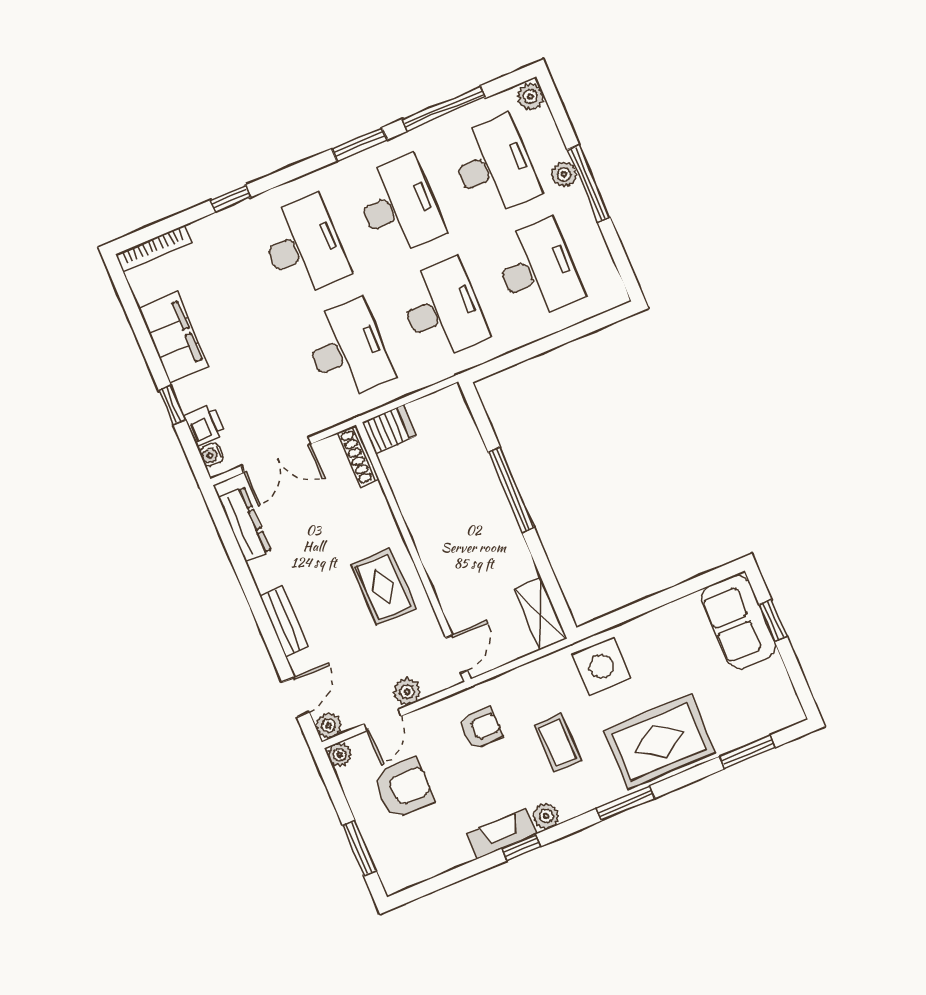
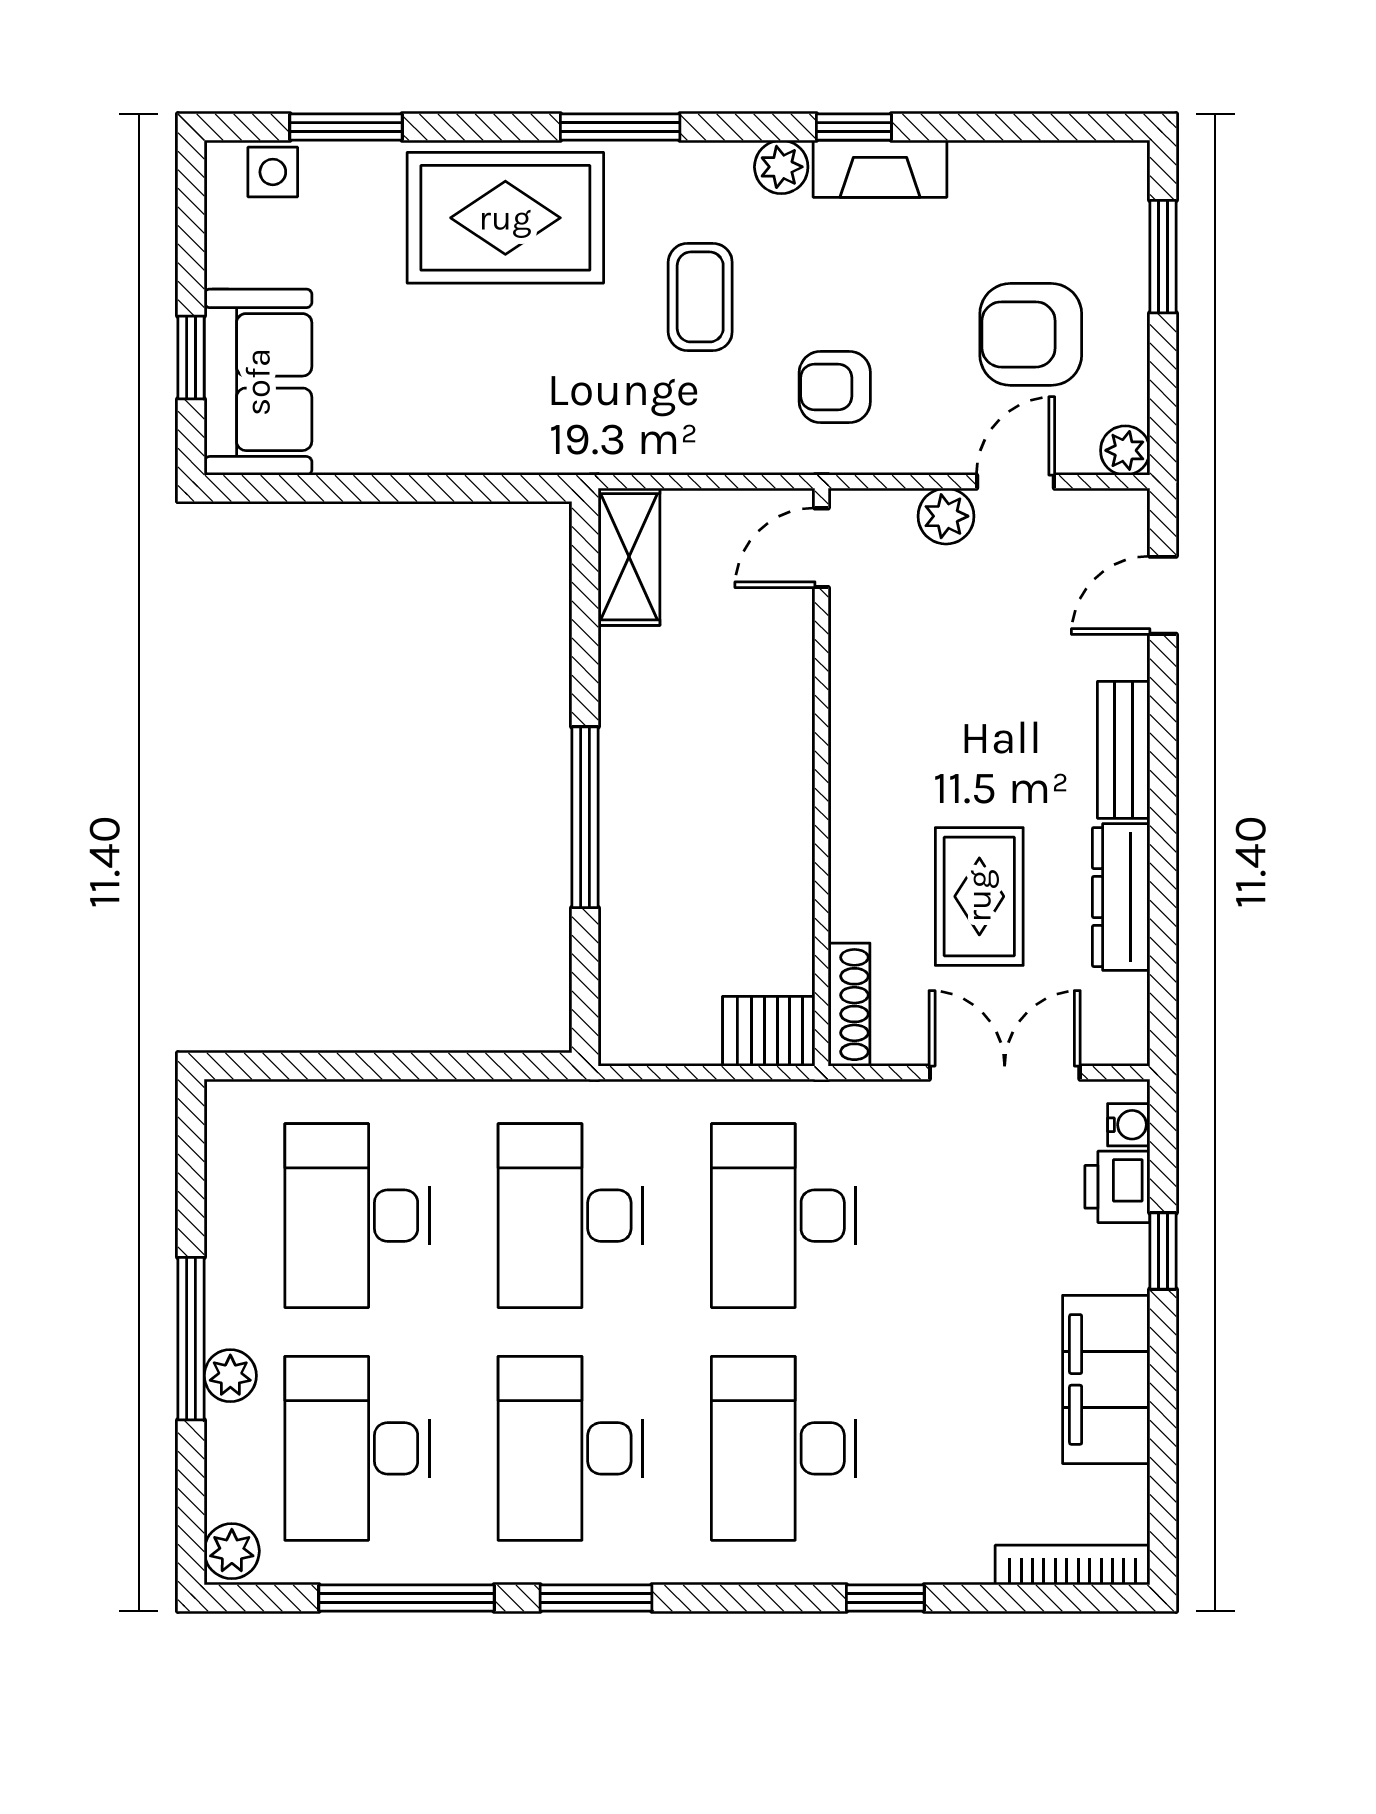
dresser: (244, 524) -> (1121, 897), moved
rug: (383, 587) -> (979, 896), moved
side table: (601, 666) -> (273, 172), moved, width x0.54, depth x0.54
plant: (328, 725) -> (1123, 515), removed

